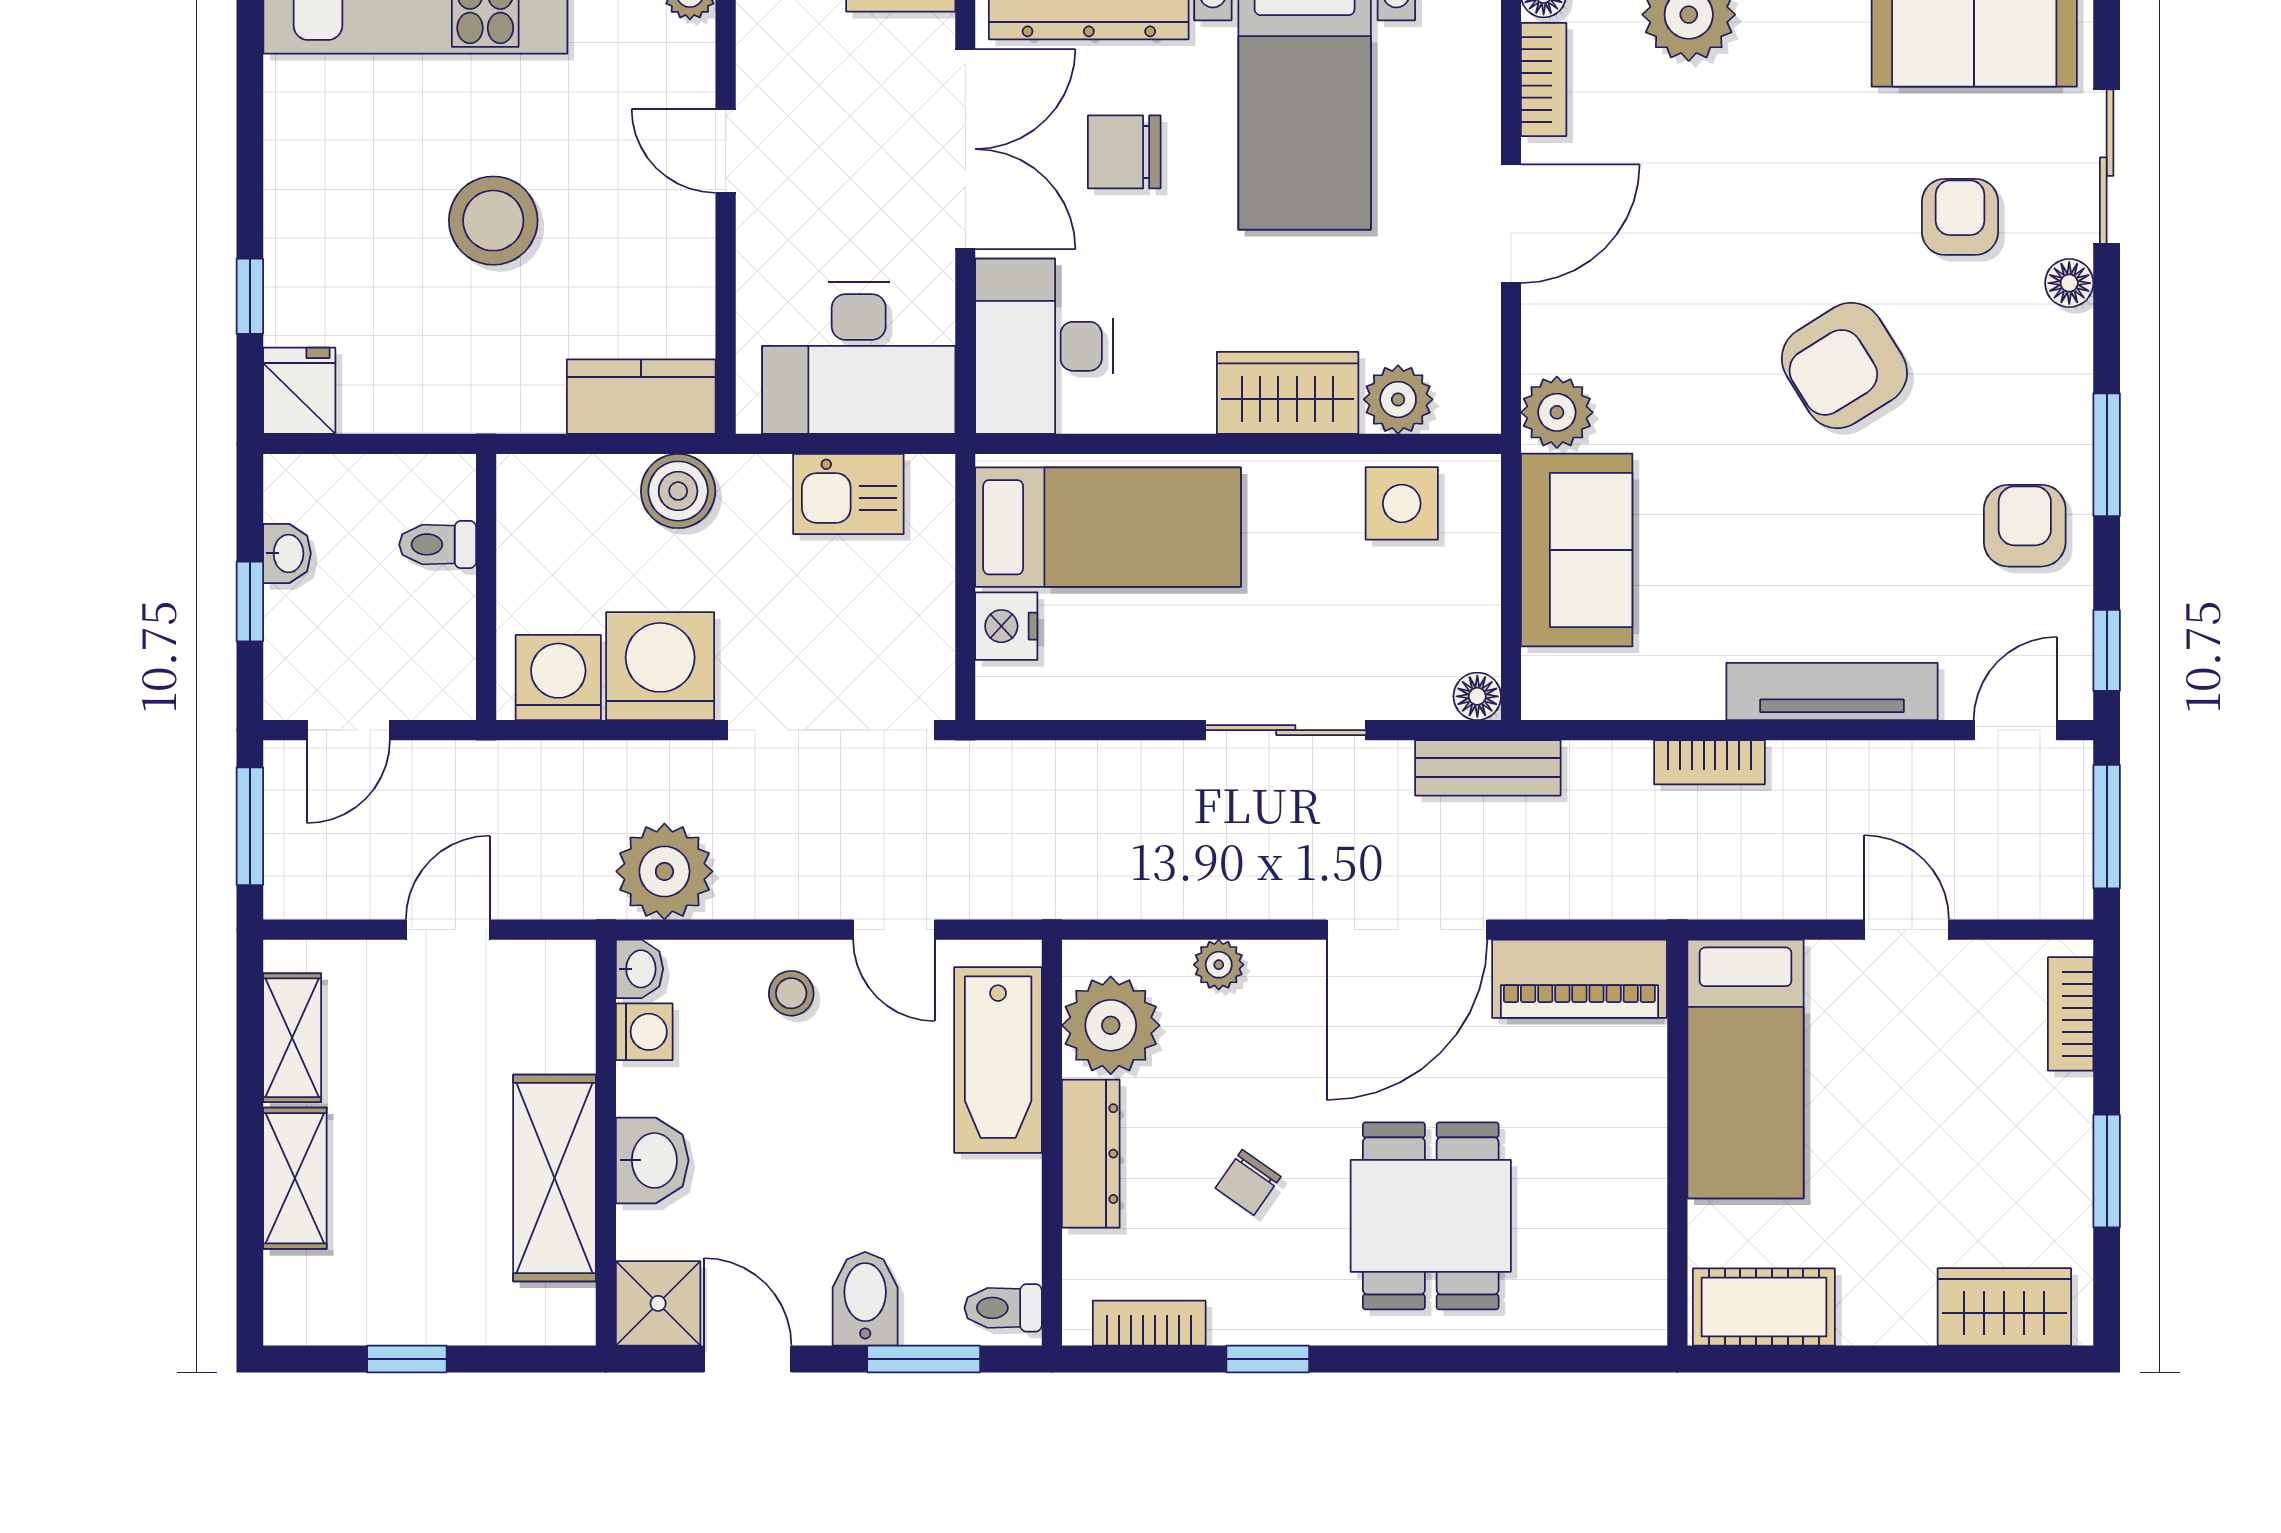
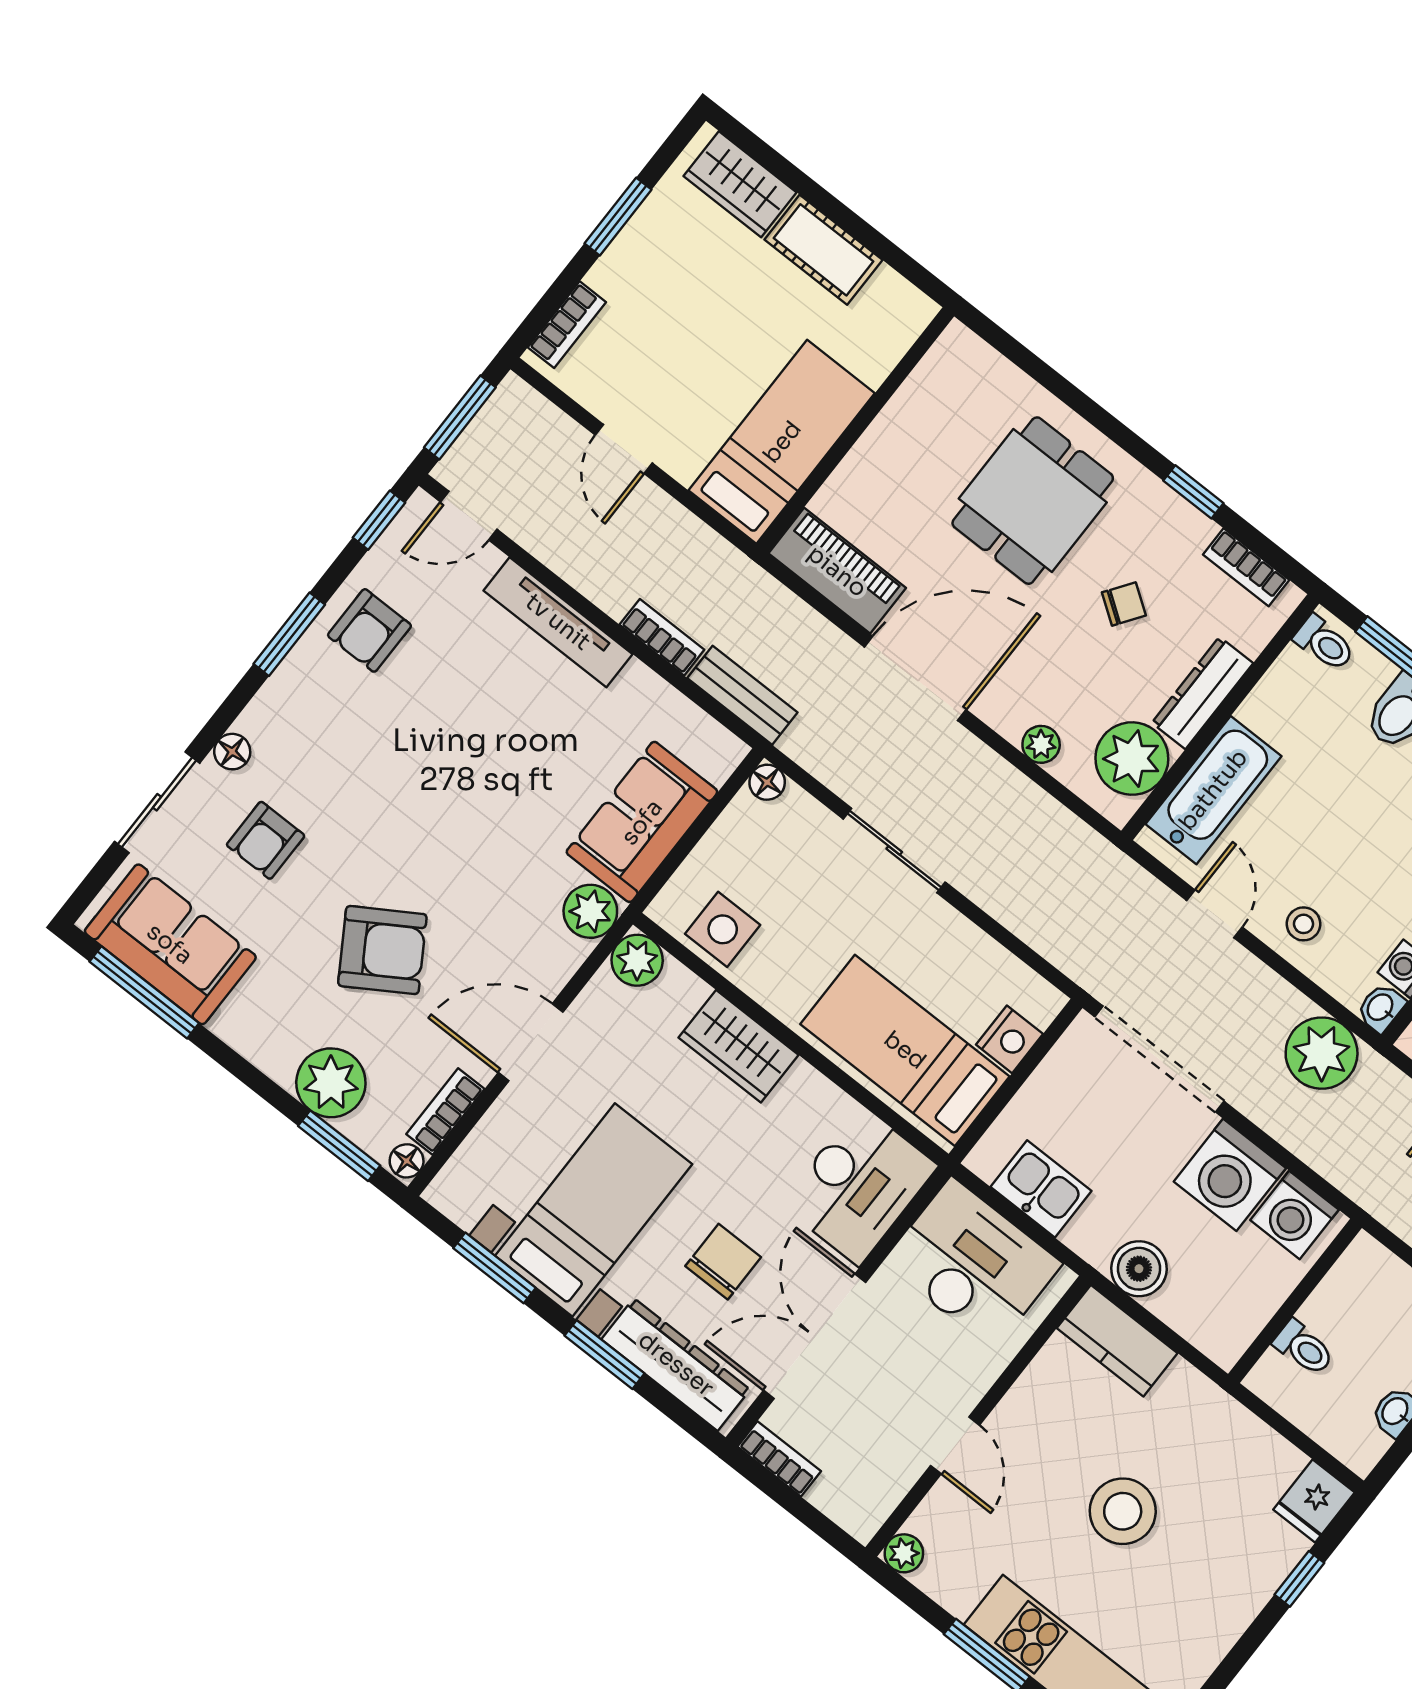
chair: (1124, 152) -> (723, 1262), turned -90
armchair: (1844, 365) -> (382, 950), moved
plant: (1398, 399) -> (637, 960), moved
bench: (1488, 768) -> (742, 695), moved
cot: (1764, 1307) -> (823, 250), moved

